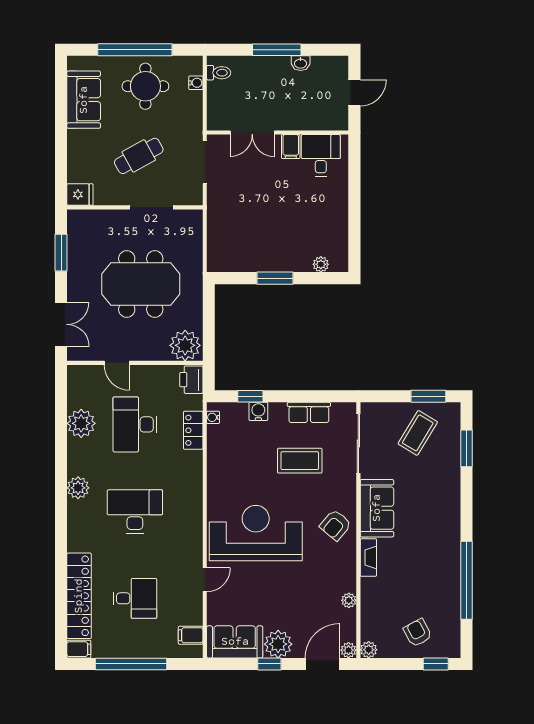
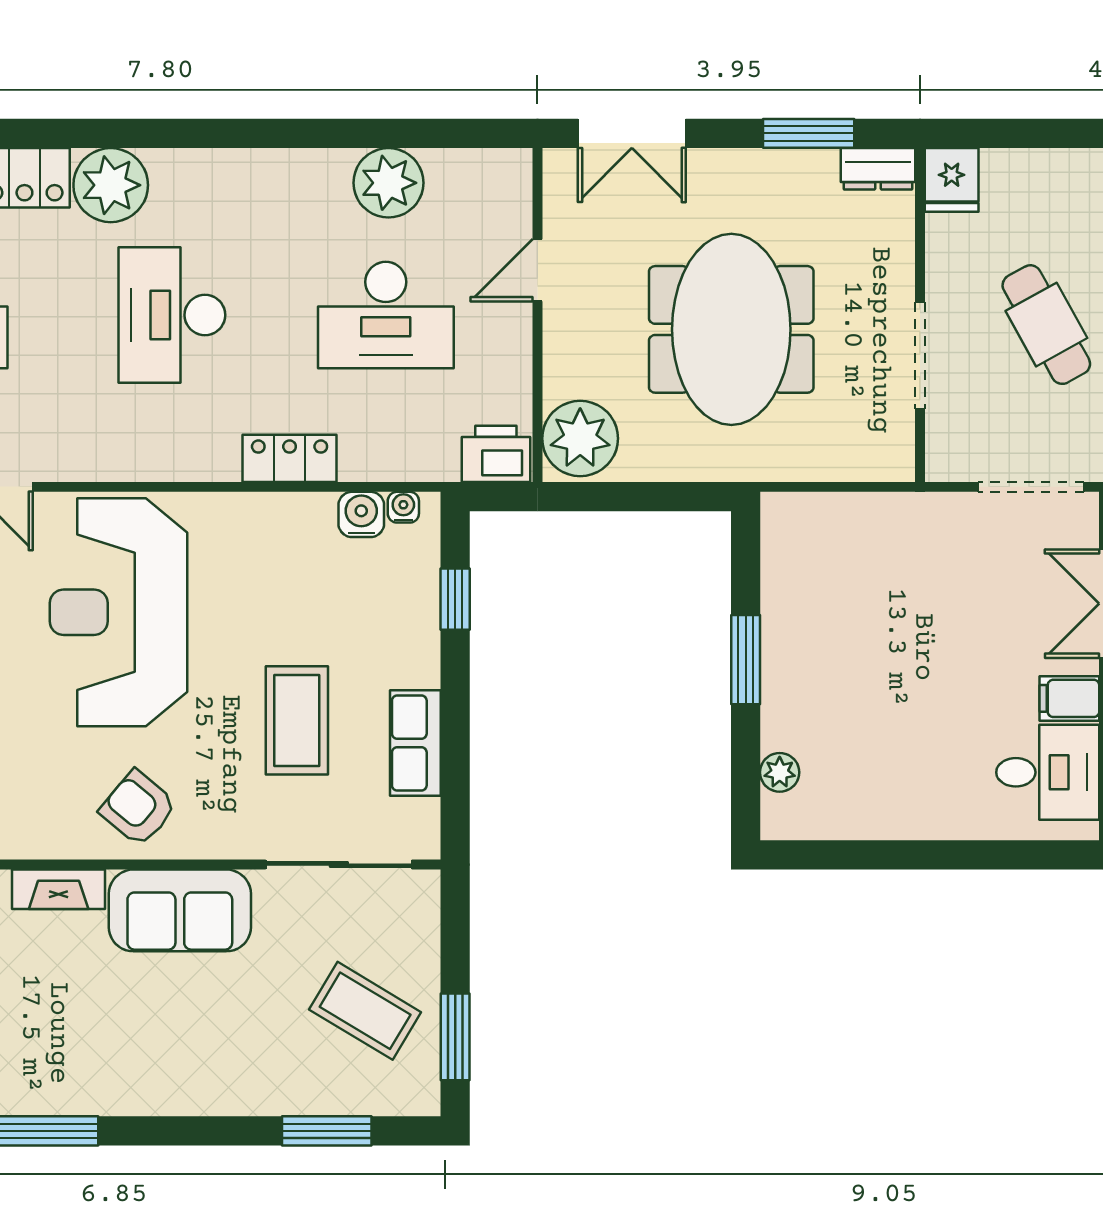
dresser: (75, 224) -> (878, 169), added
water cooler: (258, 411) -> (361, 514), moved, turned -90
desk: (135, 424) -> (386, 315), turned 180
locker: (193, 430) -> (290, 458), moved
plant: (78, 488) -> (111, 185), moved, width x1.36, depth x1.36
desk: (135, 511) -> (172, 315), turned 180
reception desk: (256, 533) -> (118, 612), turned 180

